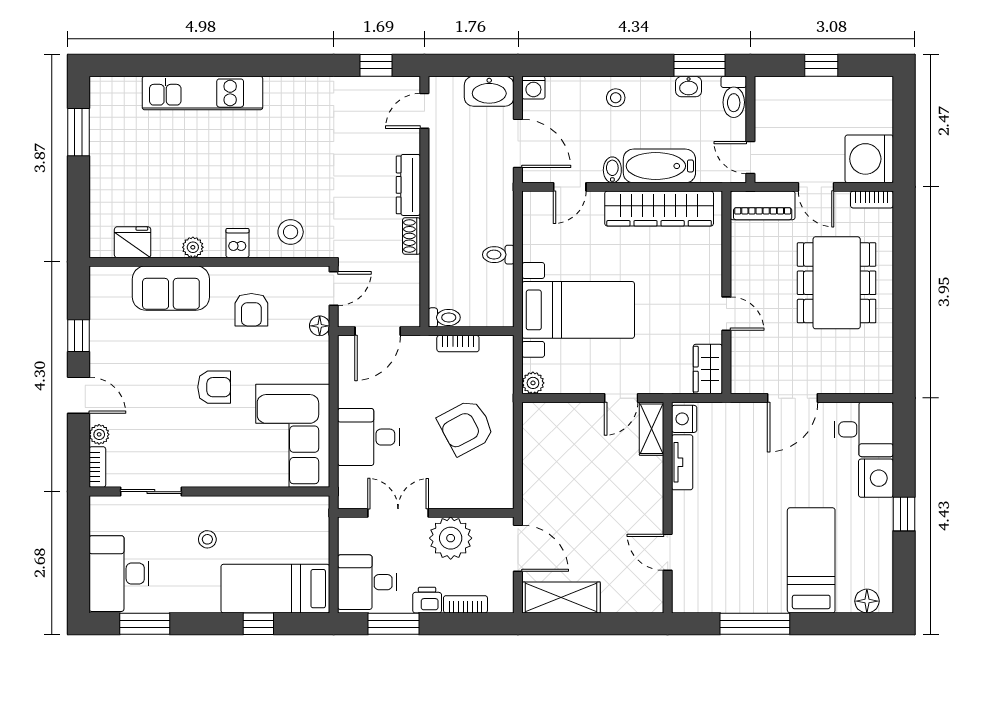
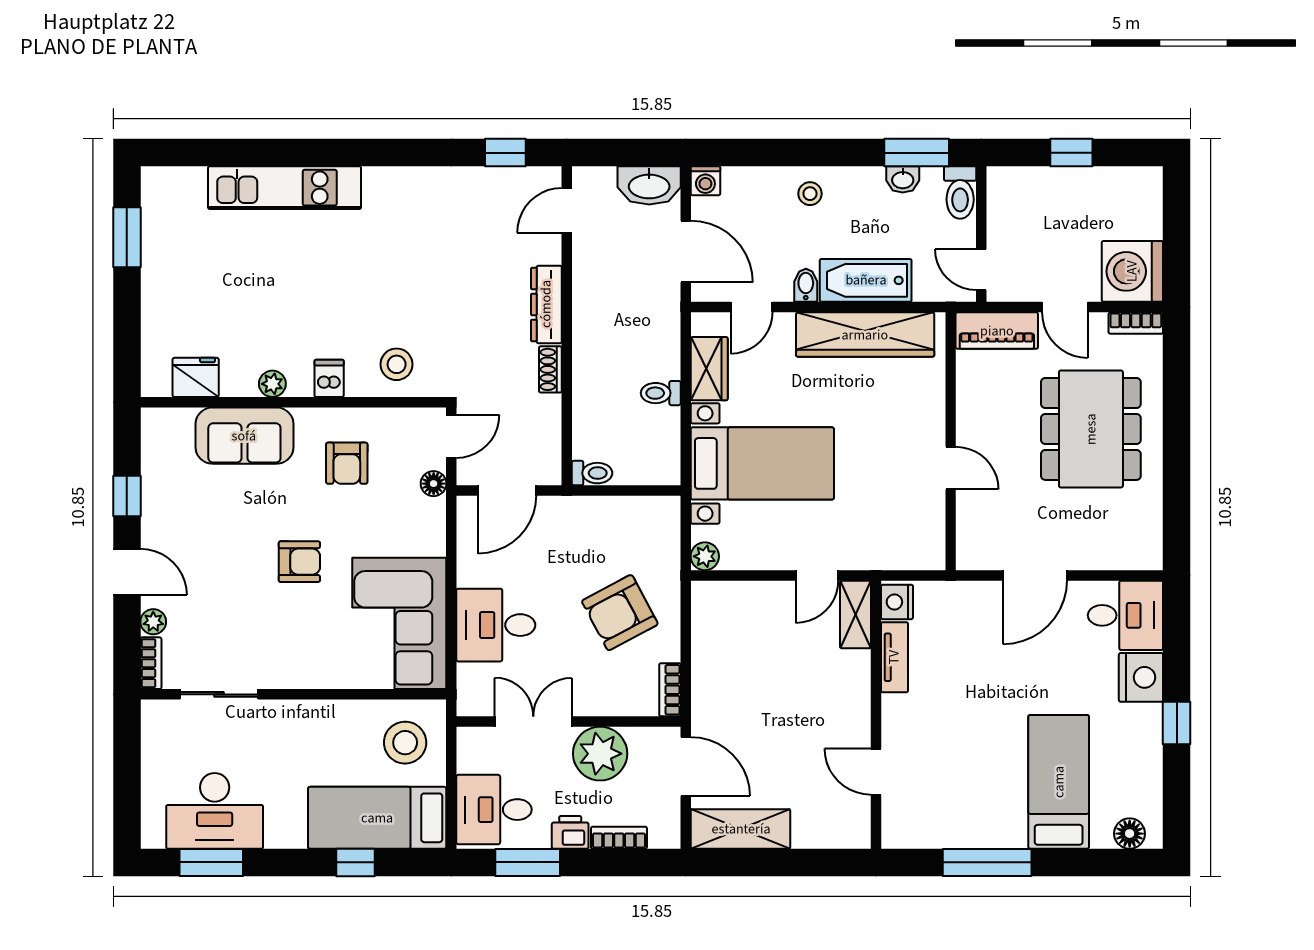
bookcase: (458, 344) -> (670, 690), moved, turned 90
wardrobe: (708, 369) -> (709, 369), moved, turned 180
stool: (207, 539) -> (405, 743), moved, width x1.89, depth x1.89
desk: (119, 574) -> (215, 811), moved, turned -90

